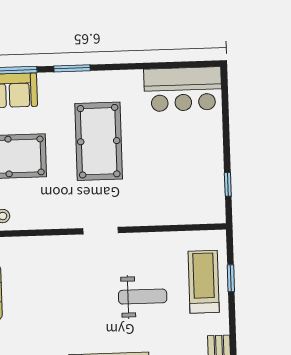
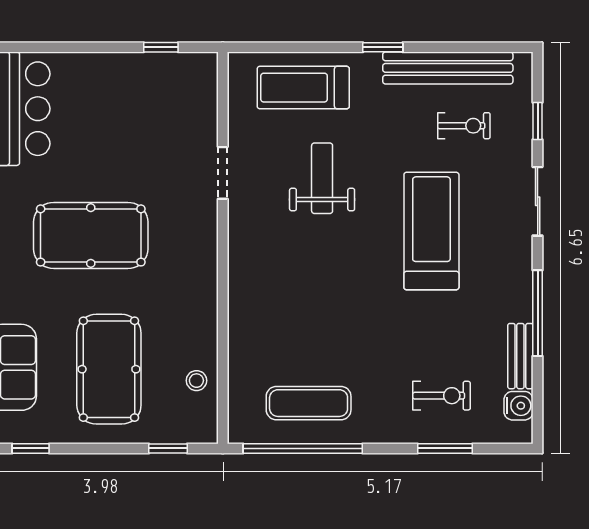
doorway: (101, 231) -> (223, 173), moved
window: (231, 278) -> (383, 47), moved

